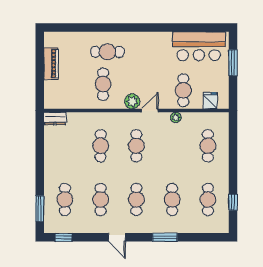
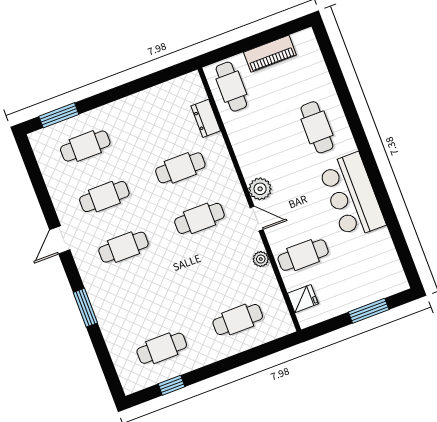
bar counter: (199, 46) -> (352, 196), moved
cafe table: (103, 84) -> (231, 87), moved, turned 90
dresser: (55, 118) -> (206, 118), moved
cafe table: (172, 200) -> (143, 298), removed
window: (64, 237) -> (31, 164), removed

